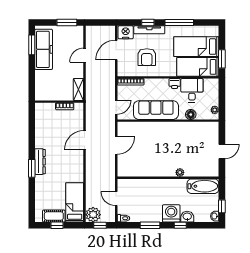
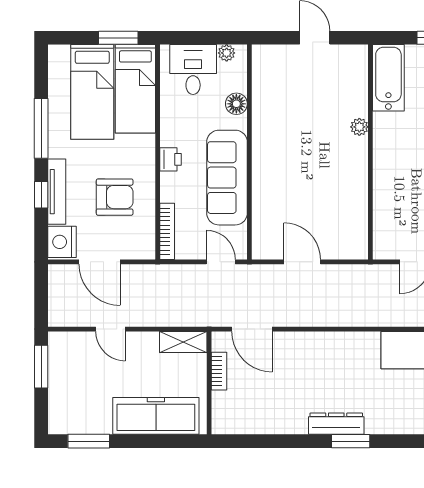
freezer: (44, 49) -> (156, 416), moved
printer: (175, 83) -> (171, 159), moved
desk: (192, 90) -> (193, 70), moved, turned 90
door: (85, 140) -> (252, 329), moved

